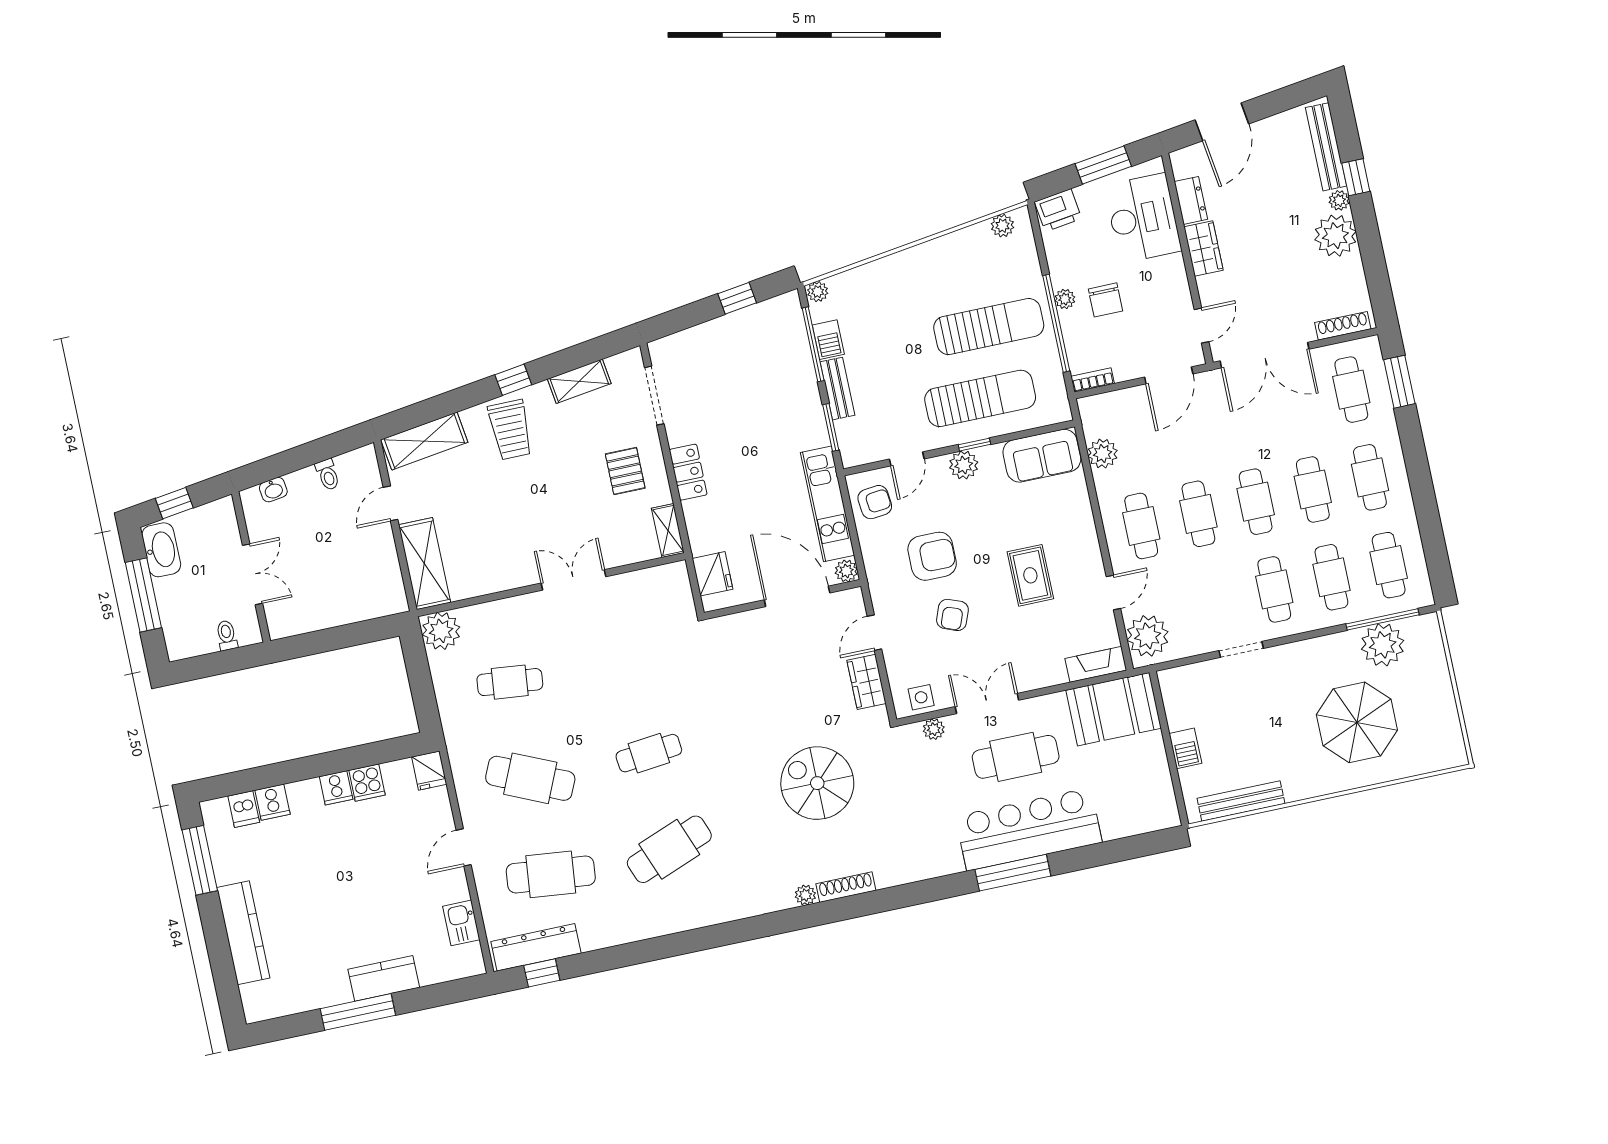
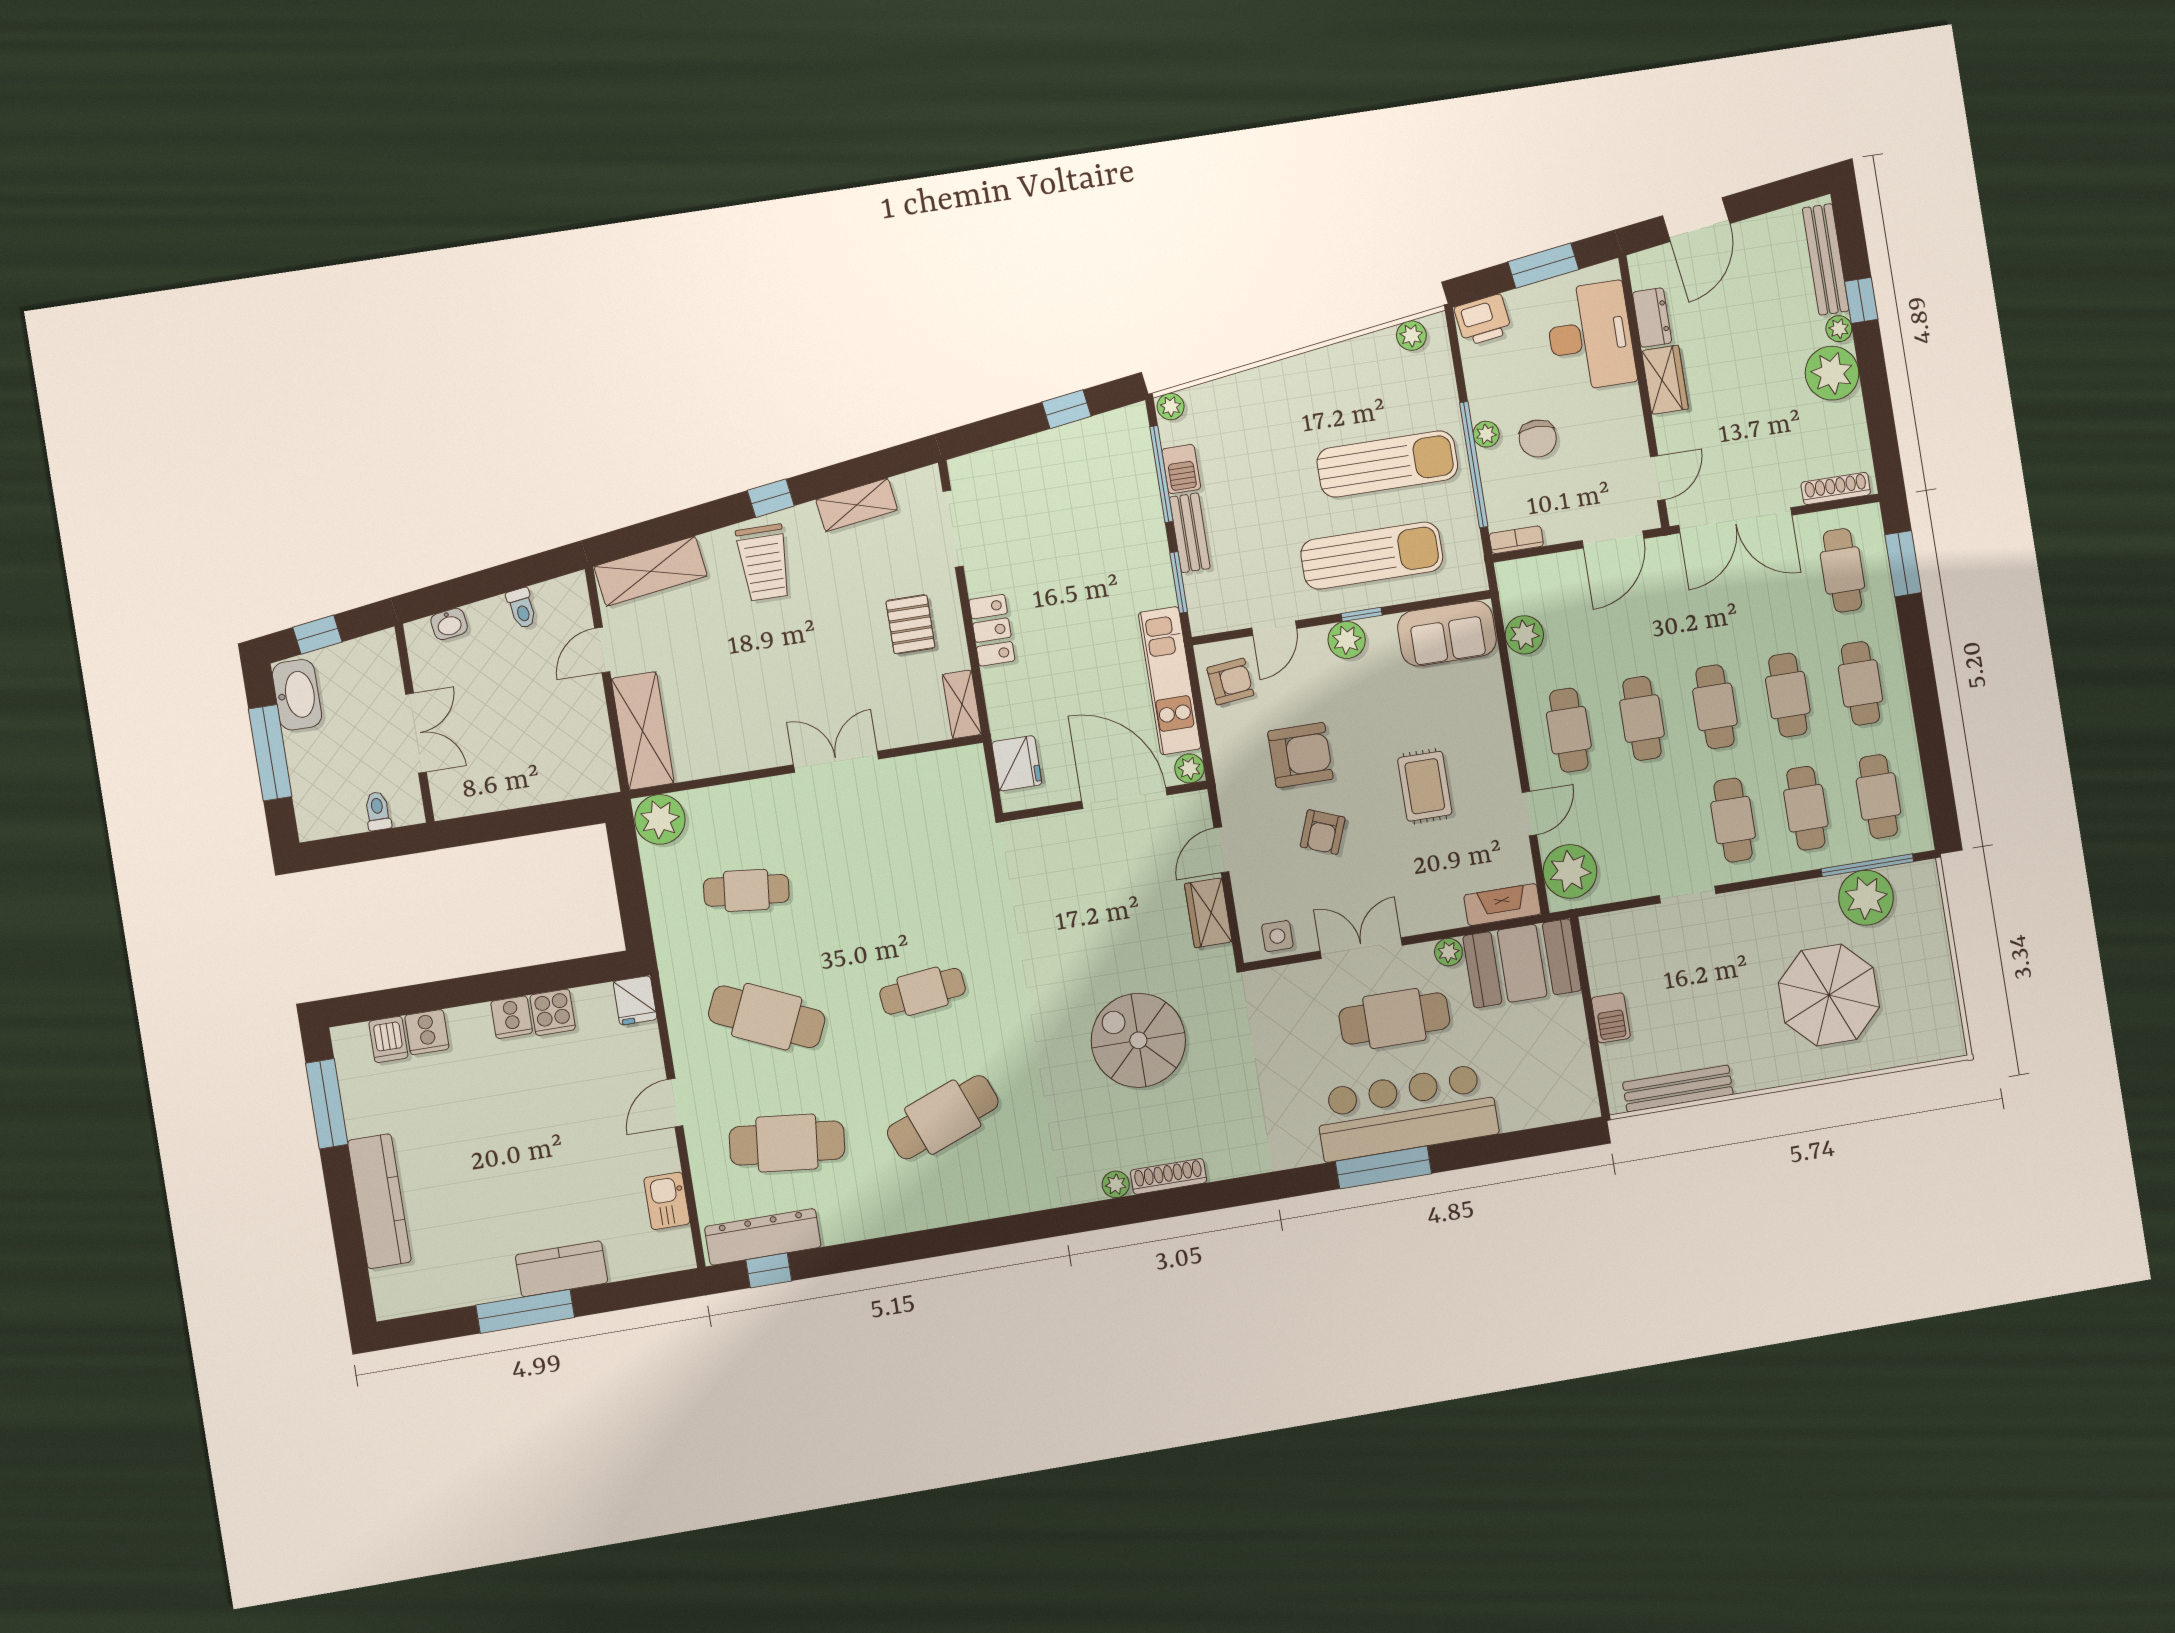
plant: (934, 729) -> (1448, 952), moved

